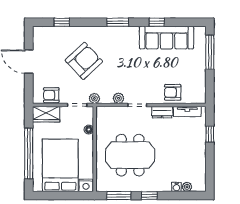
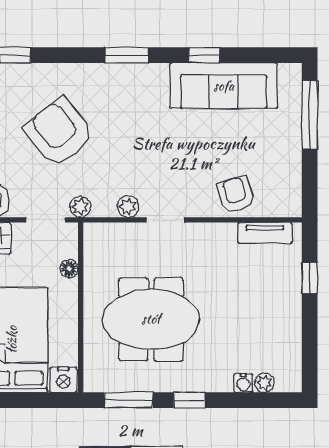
armchair: (84, 61) -> (59, 132), turned -86
armchair: (173, 92) -> (236, 195), turned 73
dresser: (162, 112) -> (215, 234), removed

